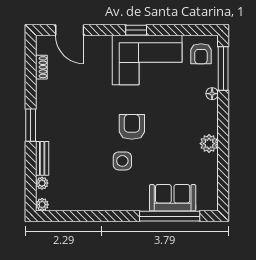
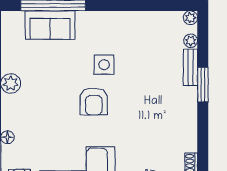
window: (31, 125) -> (203, 85), moved

